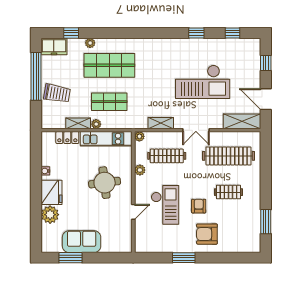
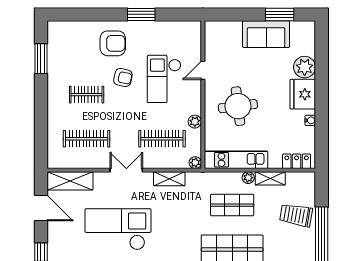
locker: (67, 138) -> (297, 161), moved
clothes rail: (228, 156) -> (87, 139), width x0.73, depth x0.76
armchair: (199, 206) -> (123, 78), turned -78

